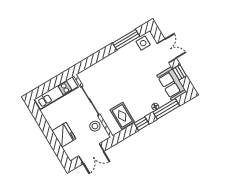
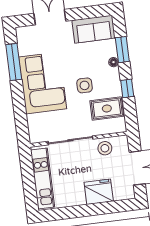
side table: (143, 43) -> (85, 85), moved
corner sofa: (121, 65) -> (43, 83), added
window: (180, 72) -> (84, 13), removed
window: (166, 109) -> (122, 50), width x0.69

